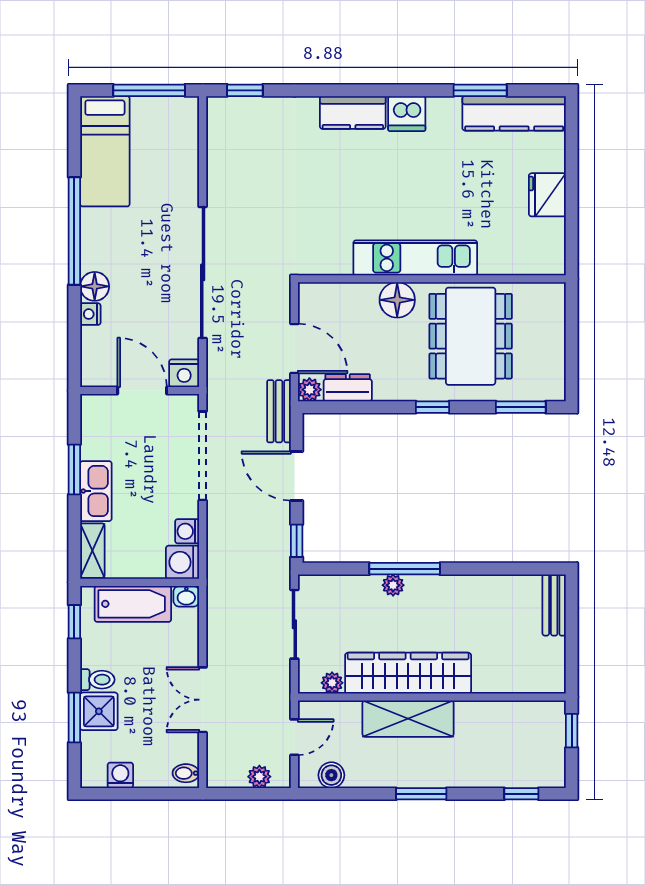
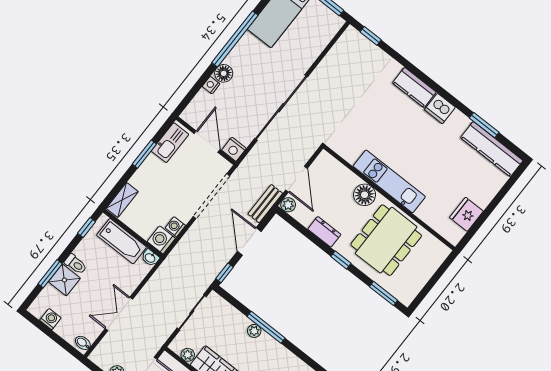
fridge: (547, 195) -> (466, 214), moved
dresser: (348, 388) -> (324, 232), moved
kitchen sink: (96, 491) -> (170, 143), moved

